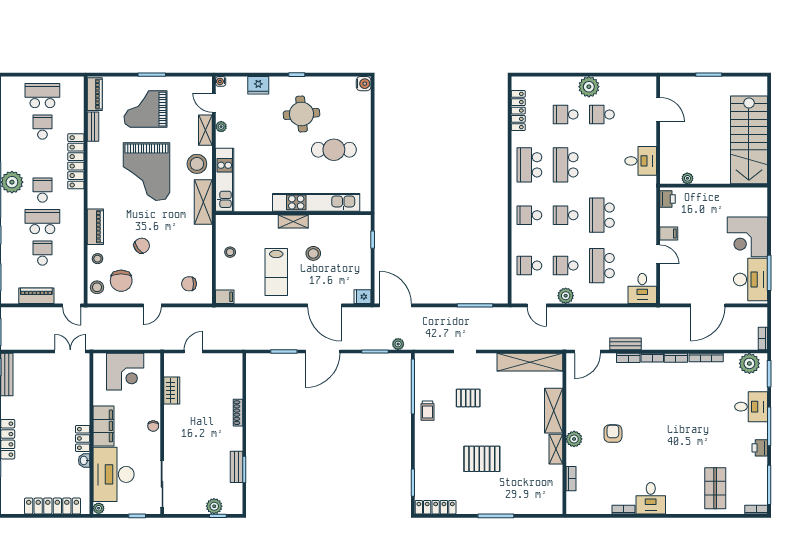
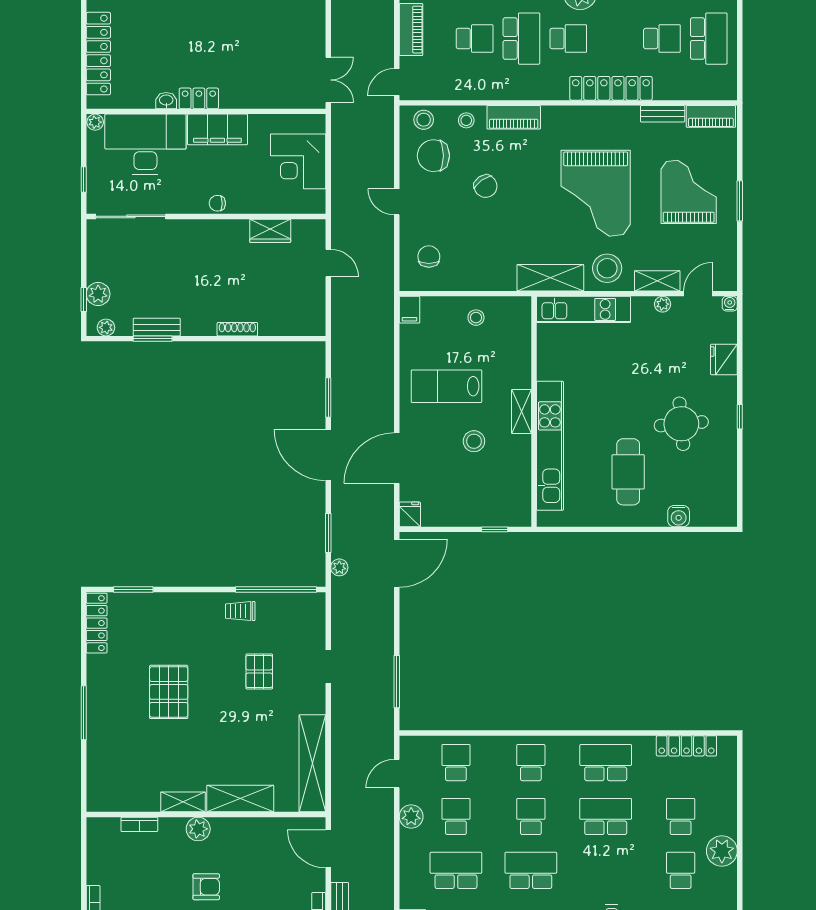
water cooler: (364, 84) -> (679, 516), moved
grand piano: (147, 172) -> (596, 193), turned -90
plant: (237, 501) -> (106, 327), added

